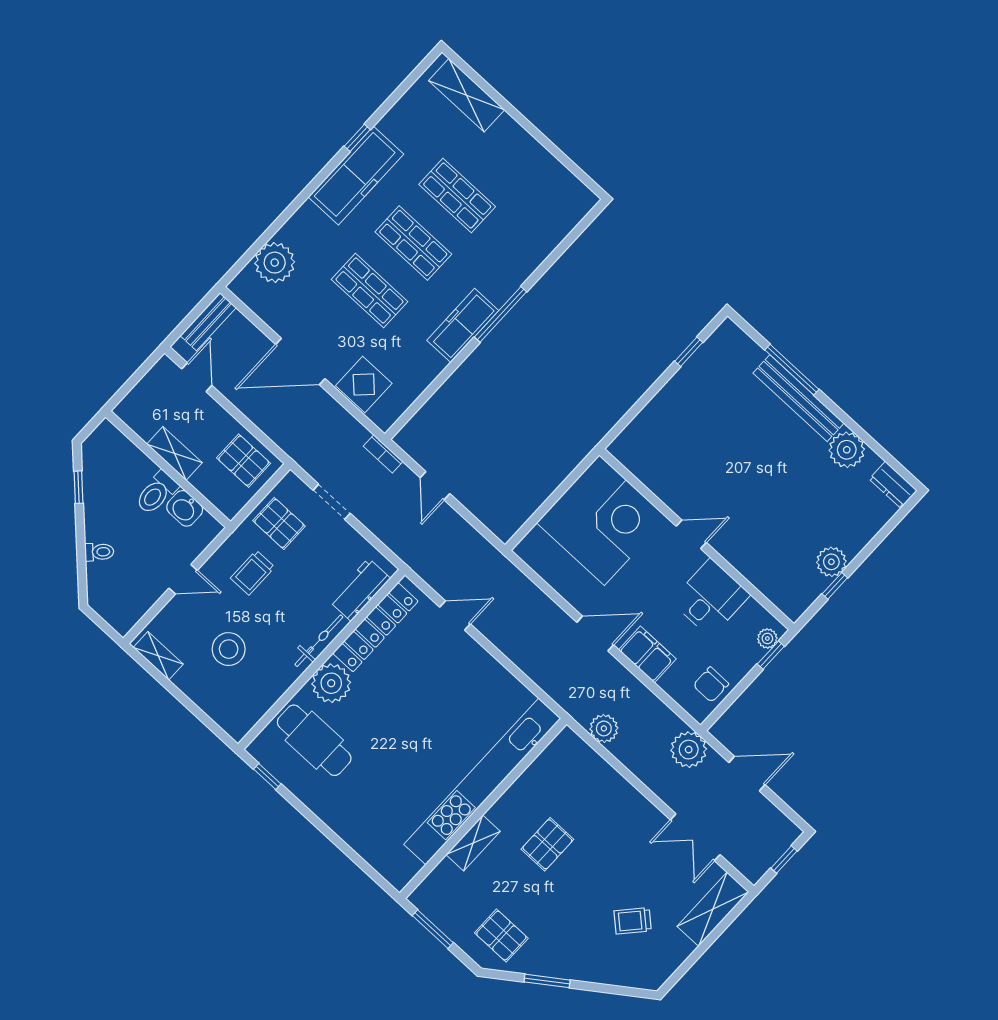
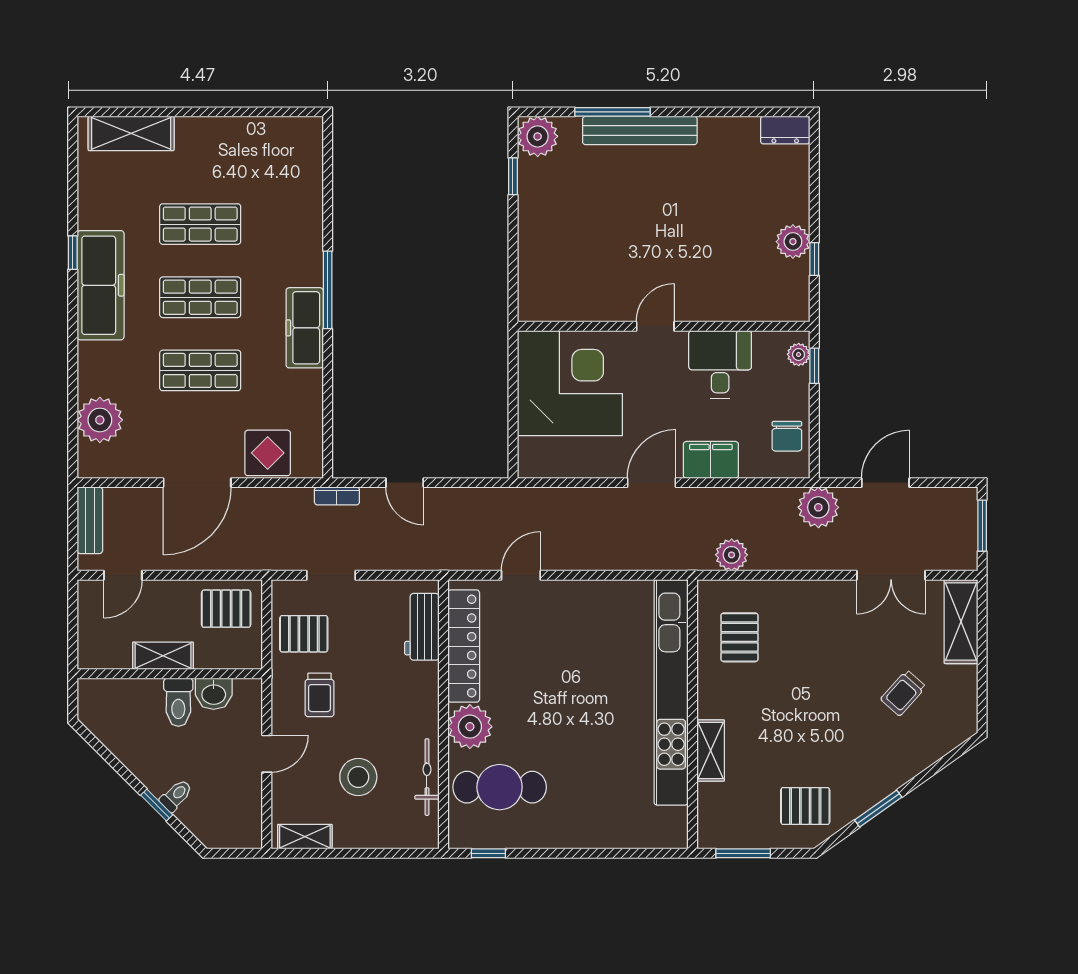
door: (197, 377) -> (123, 575), swing flipped
plant: (847, 450) -> (538, 136), moved
window: (79, 487) -> (157, 805), moved
bicycle: (319, 641) -> (427, 777), moved
pallet: (547, 844) -> (739, 637), moved
window: (784, 860) -> (982, 526), width x1.50

